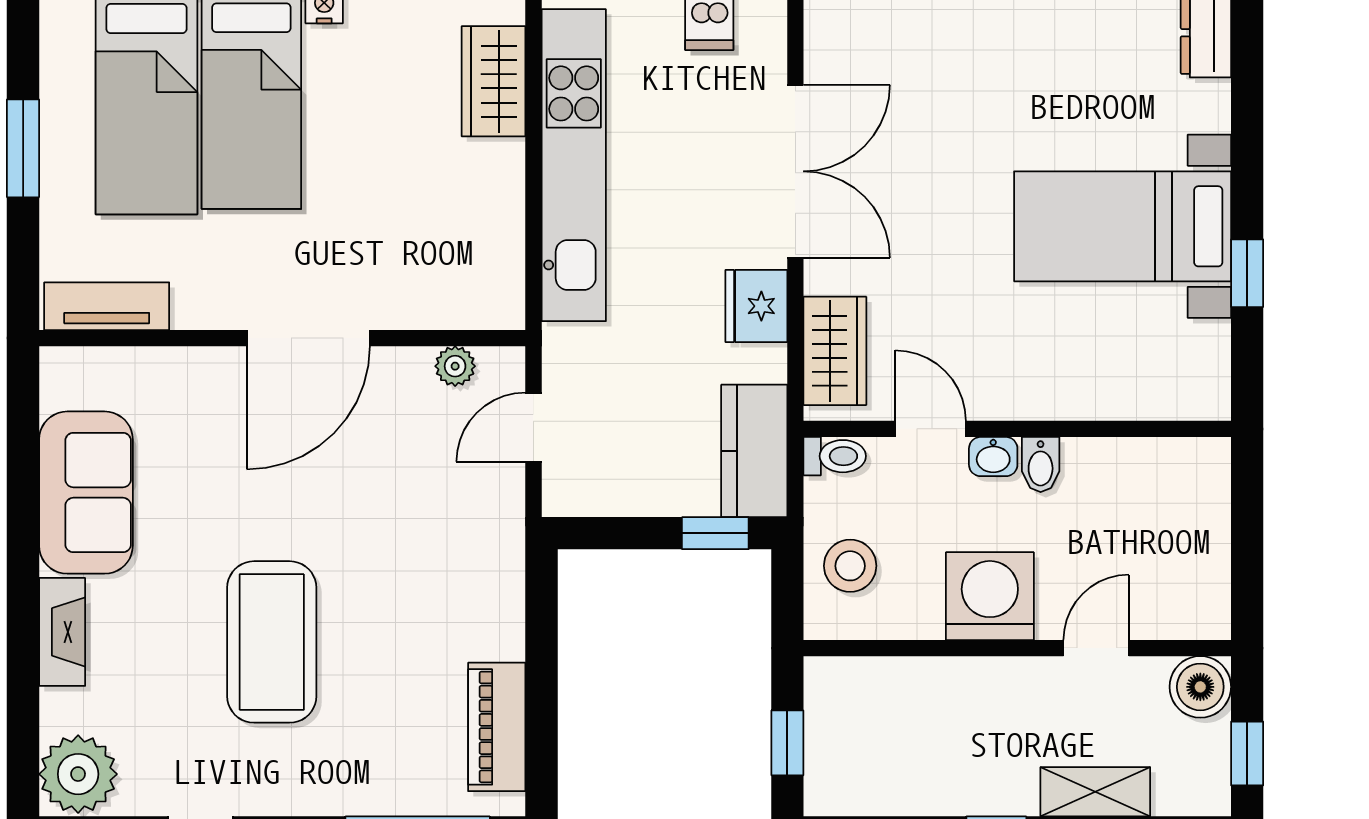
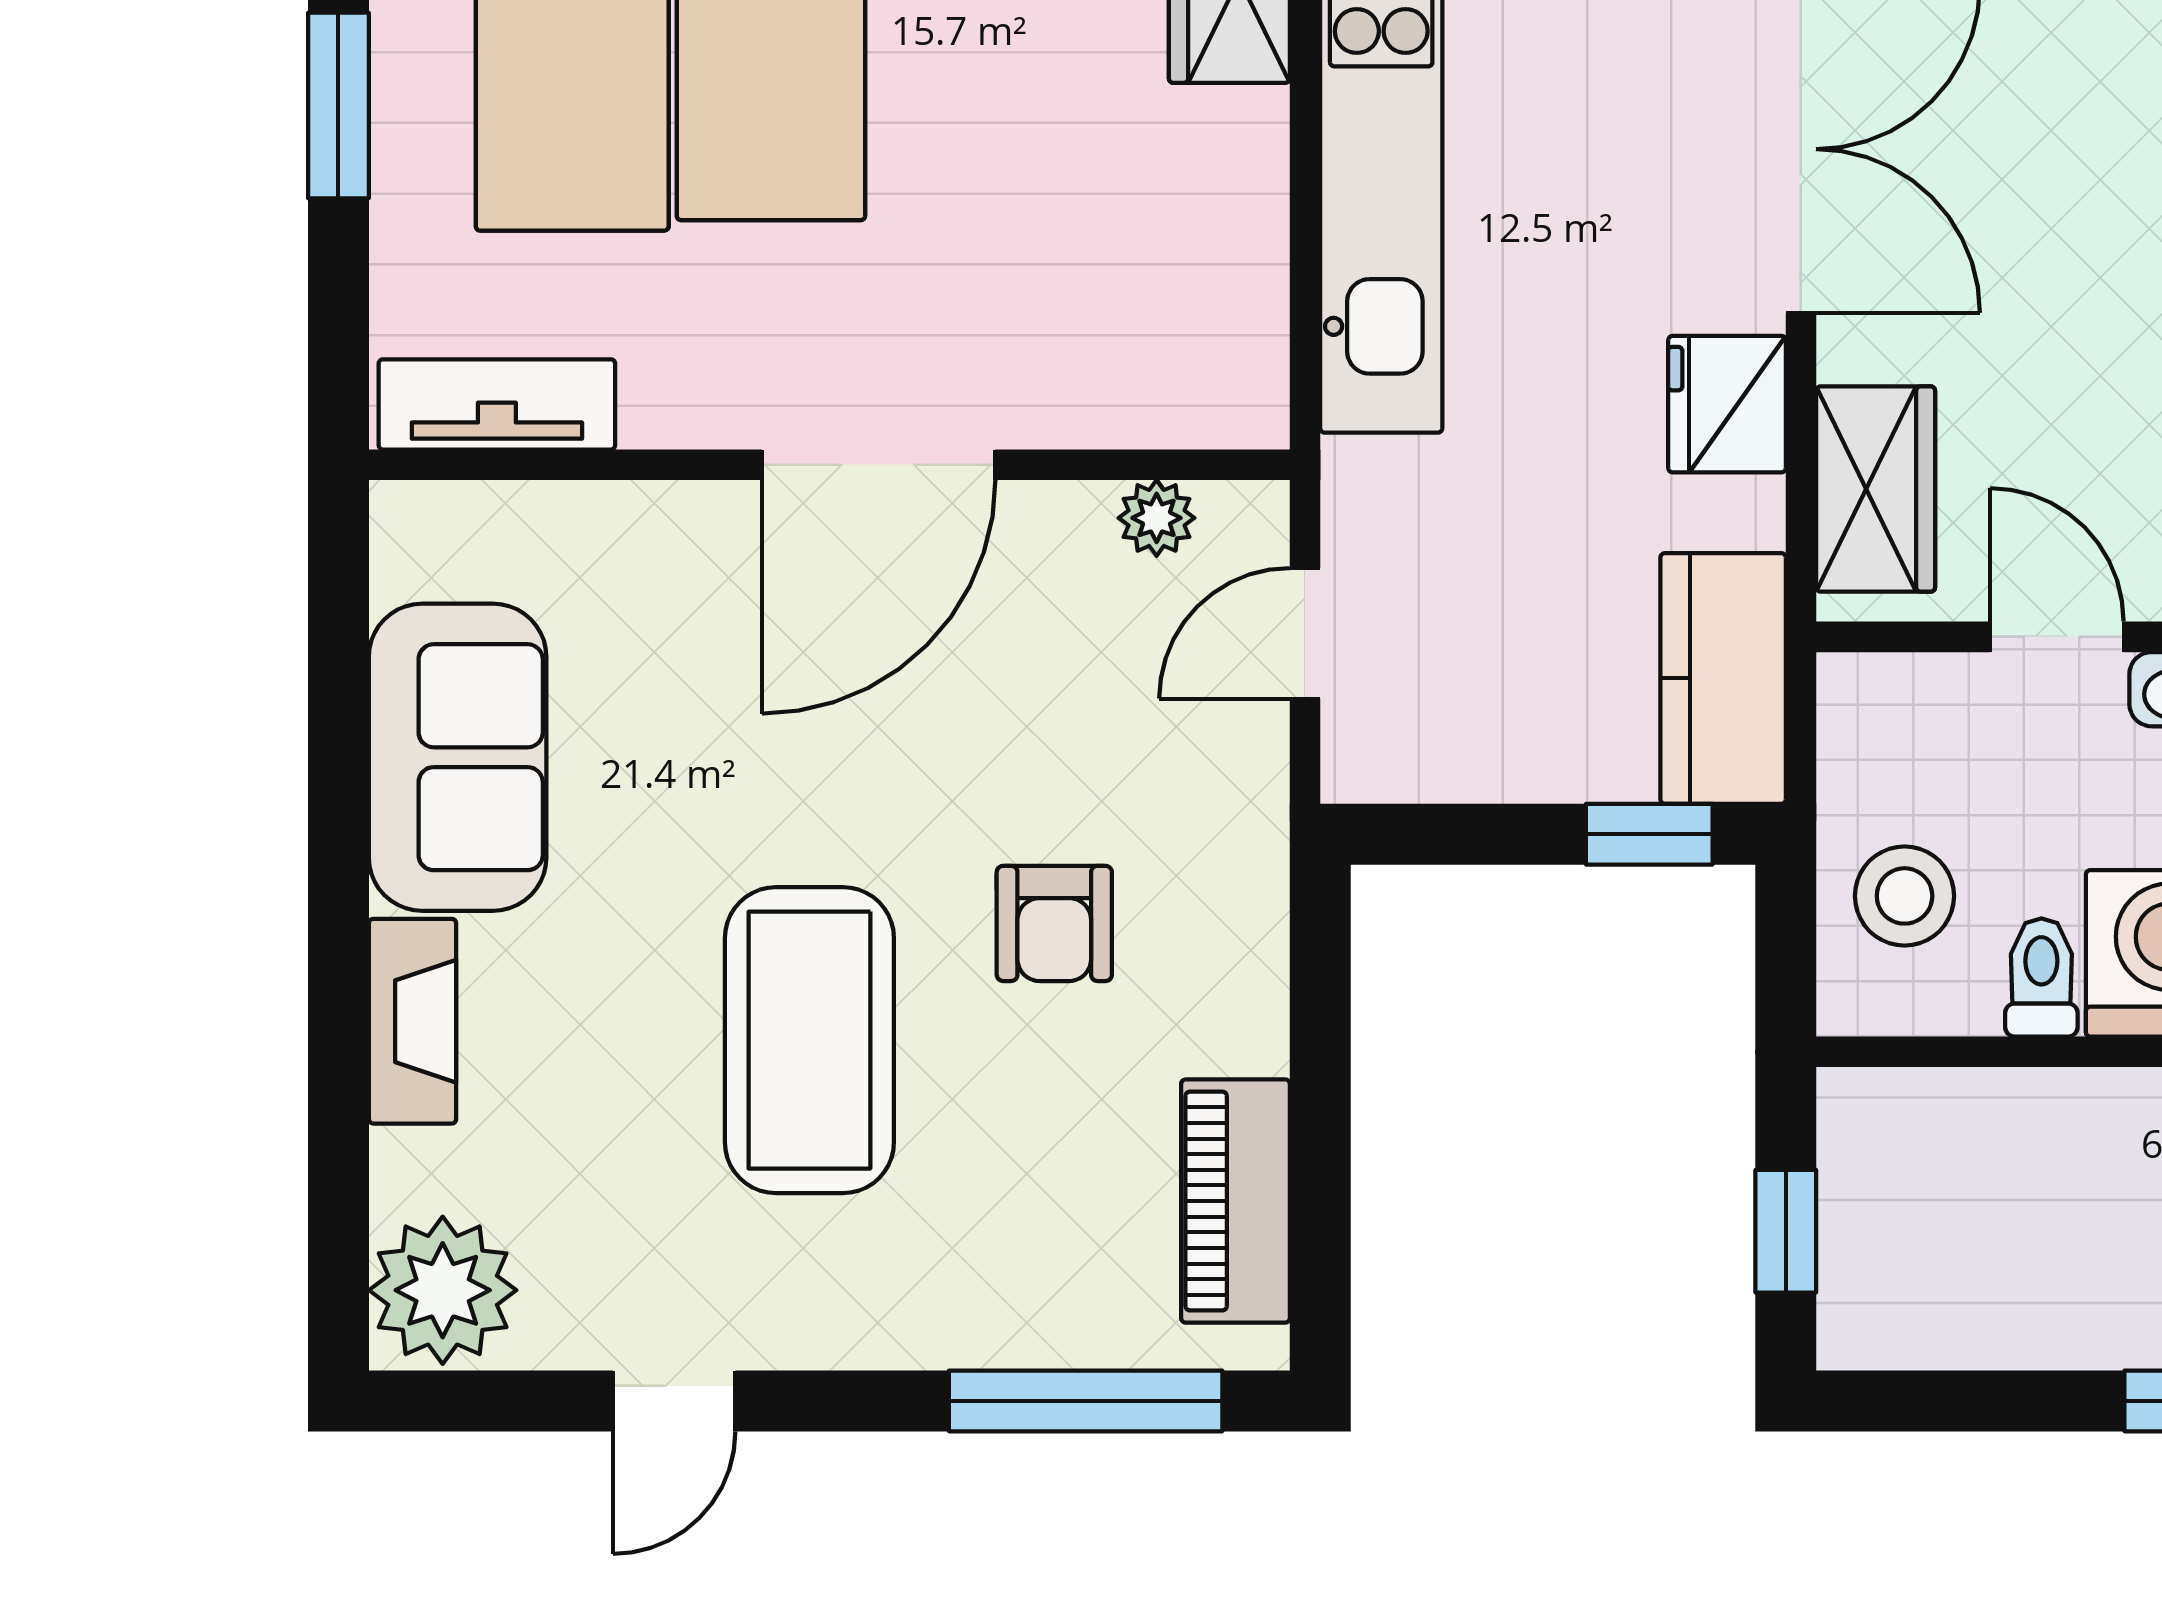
toilet: (835, 456) -> (2041, 977), moved, turned -90
armchair: (401, 580) -> (1054, 923), added

